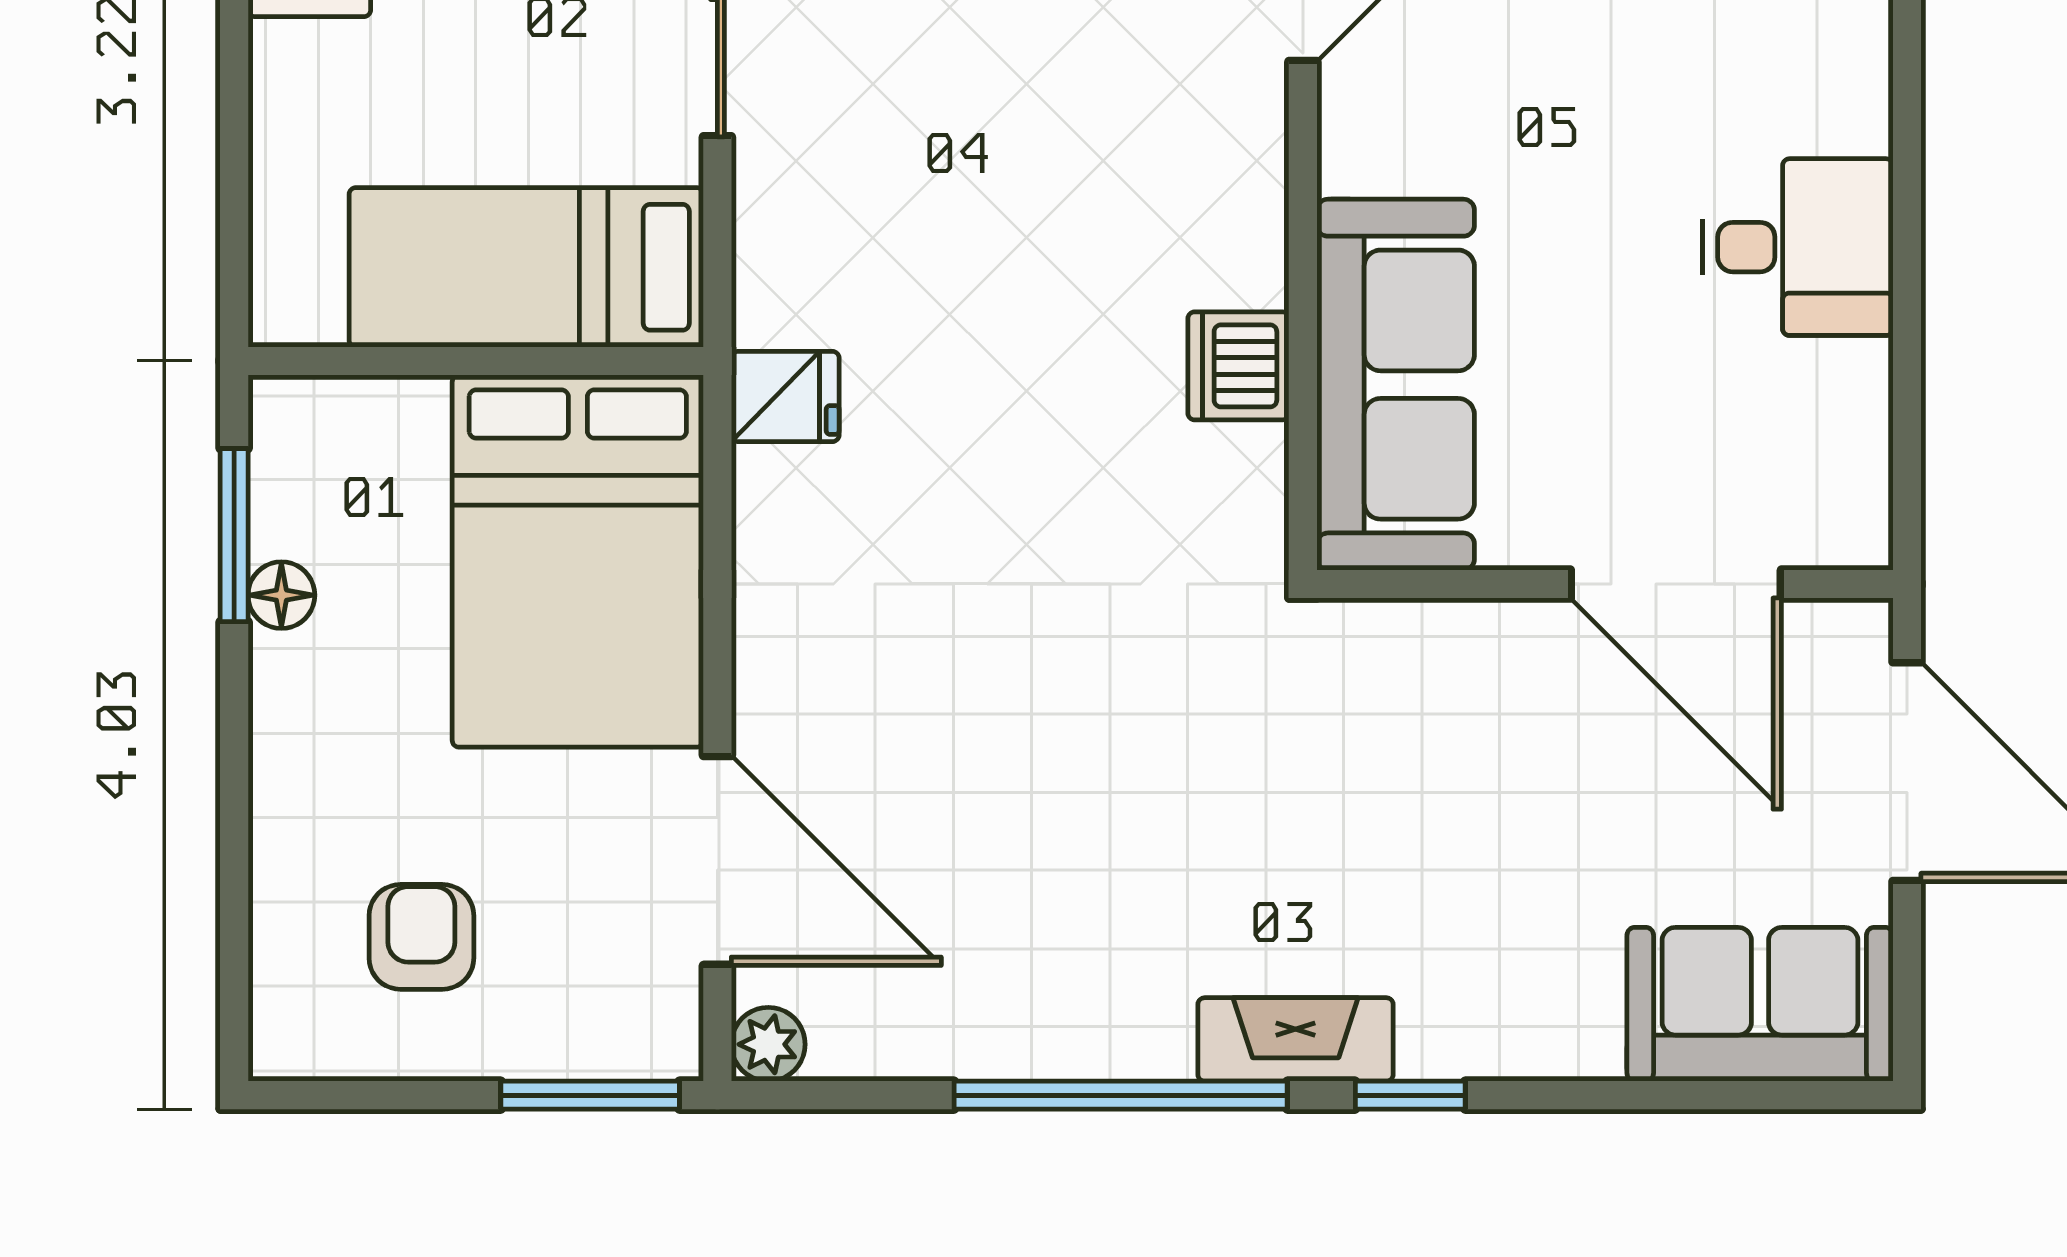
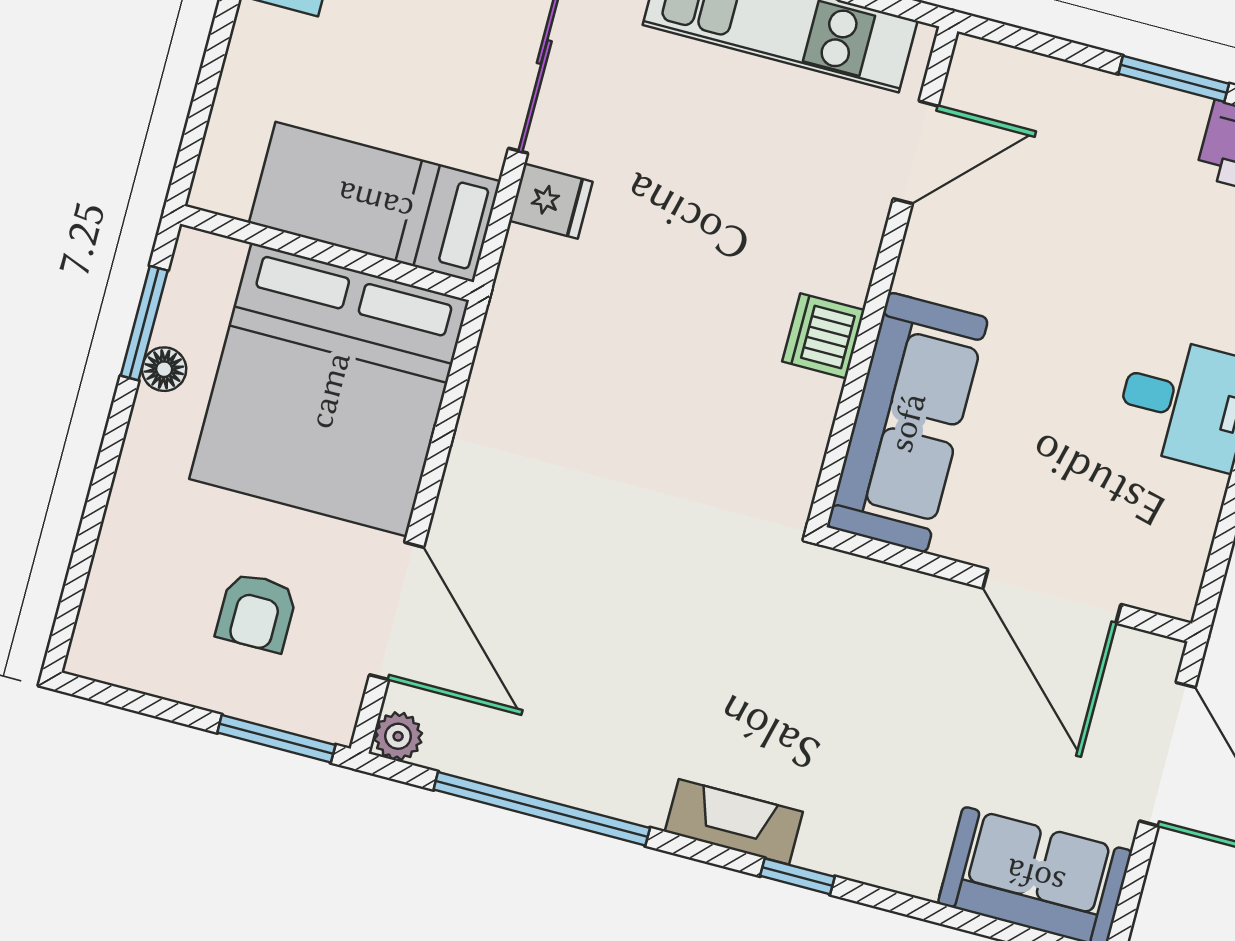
dishwasher: (1238, 366) -> (823, 336), moved
fridge: (785, 396) -> (551, 201), moved
bed: (578, 561) -> (329, 390), width x1.36
armchair: (421, 937) -> (257, 612), moved, turned 180
window: (1121, 1095) -> (542, 809), moved

